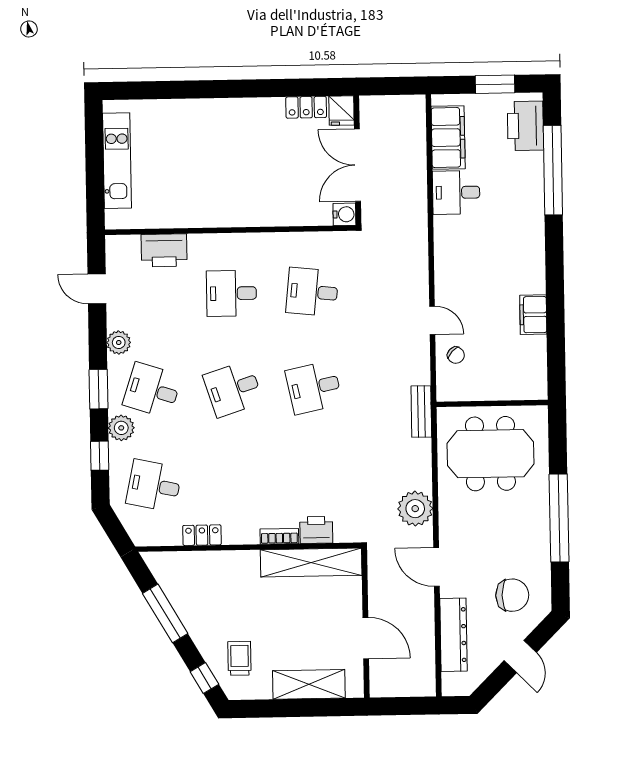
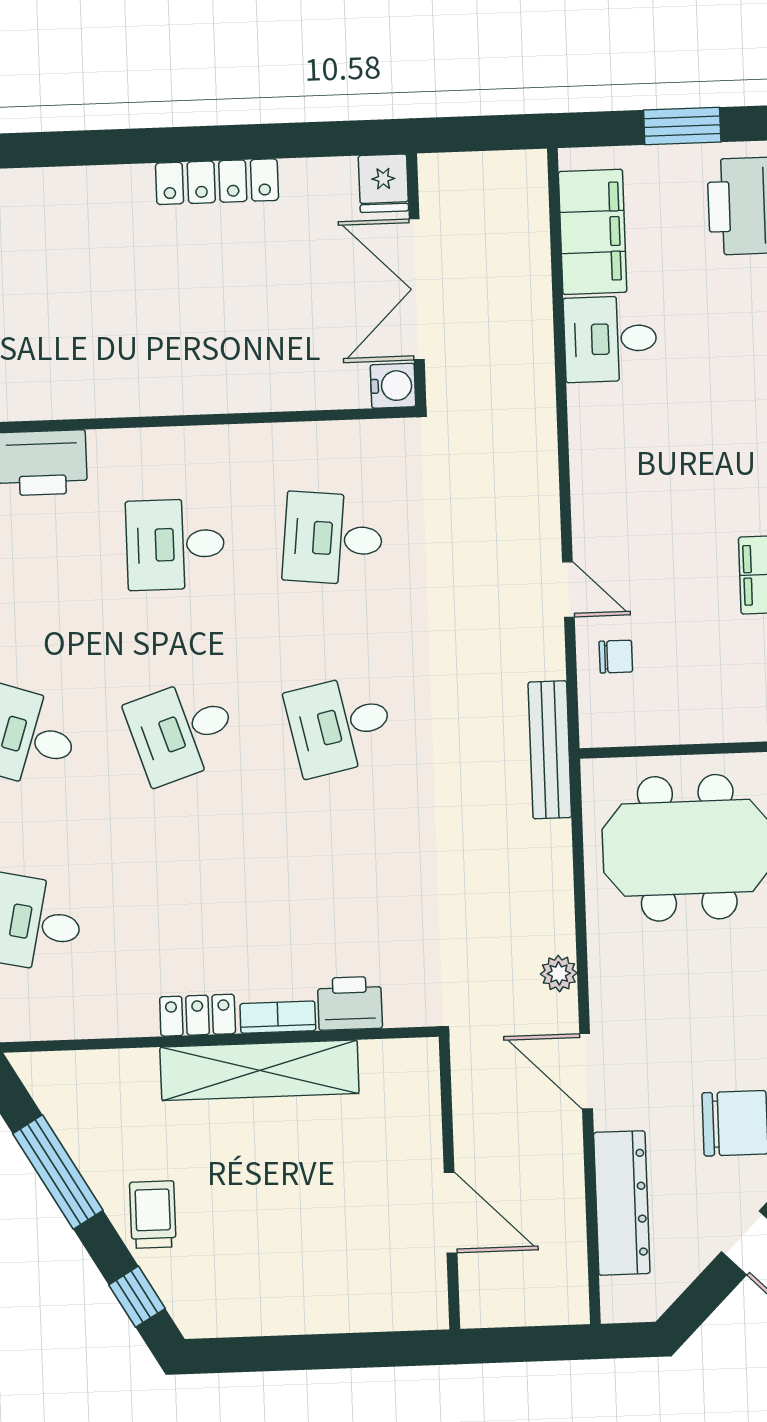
locker: (306, 107) -> (217, 182), moved, width x1.53
chair: (456, 355) -> (616, 657), turned -44
bench: (421, 412) -> (550, 750), width x1.36
plant: (415, 509) -> (559, 973), width x0.53, depth x0.53
locker: (202, 535) -> (198, 1015), moved
shelving: (311, 563) -> (259, 1070), moved
trolley: (240, 658) -> (153, 1215), moved
shelving: (309, 684) -> (341, 1305), removed

